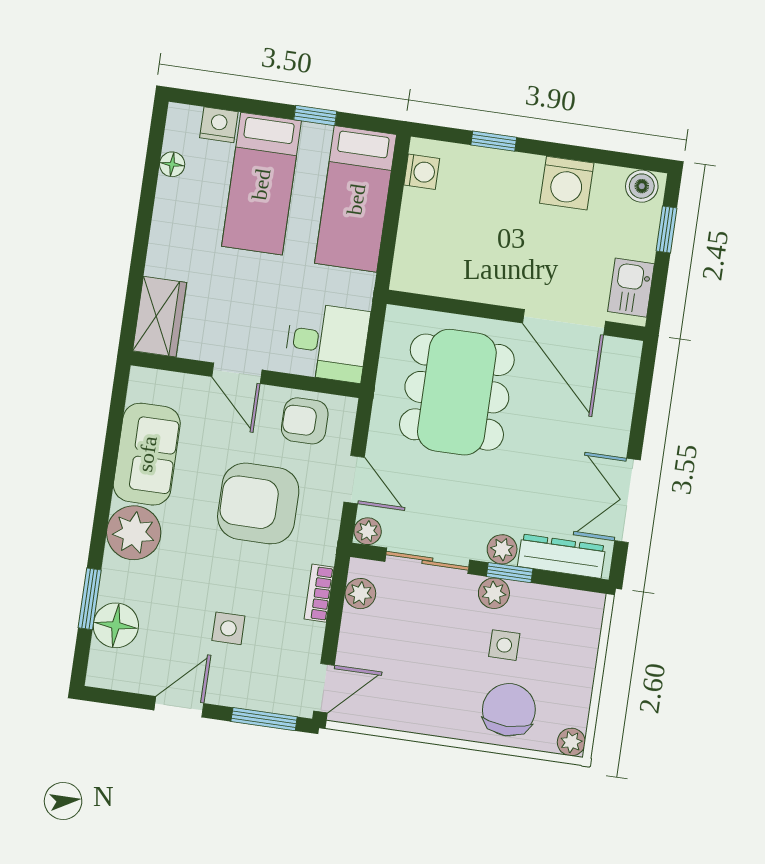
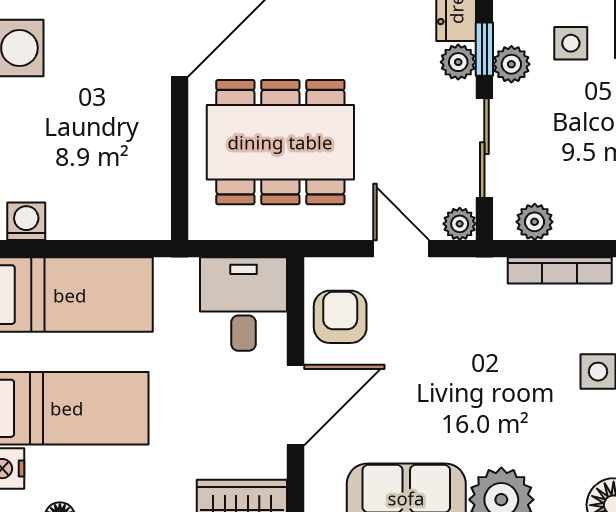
door: (237, 373) -> (296, 405), width x1.38
armchair: (305, 421) -> (340, 317), turned 180
door: (354, 480) -> (401, 249), hinge flipped
armchair: (258, 503) -> (446, 358), removed
bookcase: (319, 593) -> (560, 270), width x1.56

